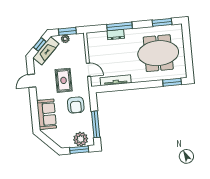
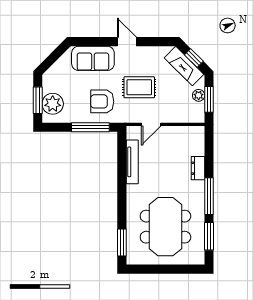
window: (119, 26) -> (209, 196), moved
door: (32, 81) -> (127, 42), moved
window: (96, 124) -> (90, 127), moved

